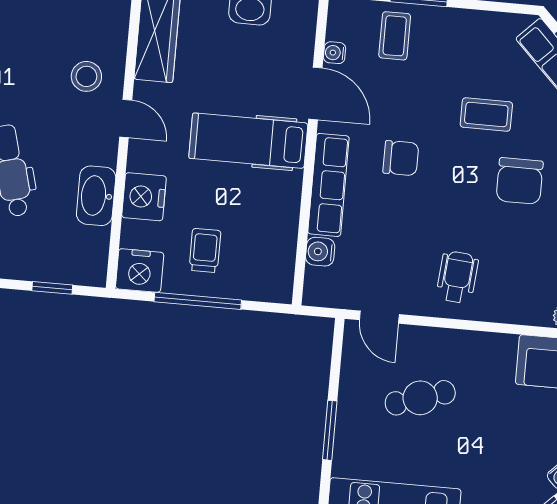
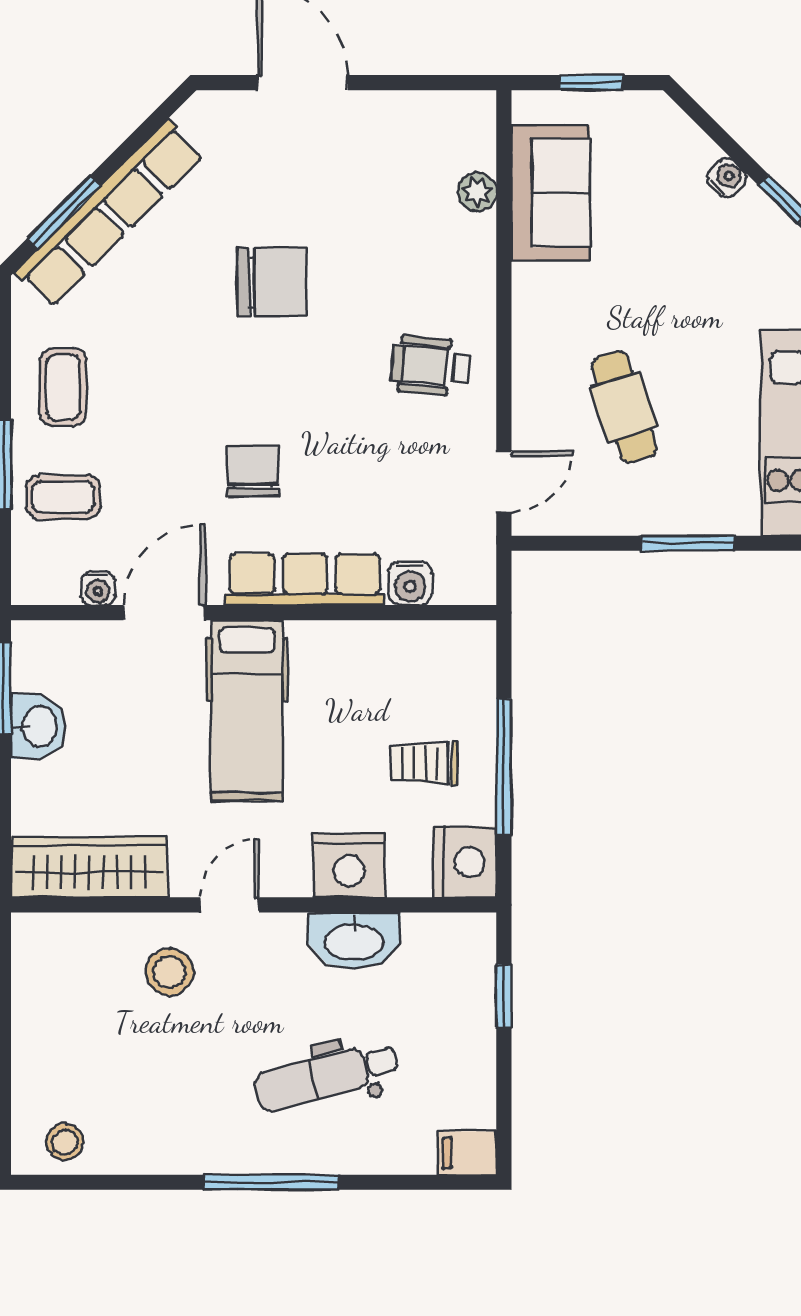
coffee table: (486, 115) -> (63, 387), moved

